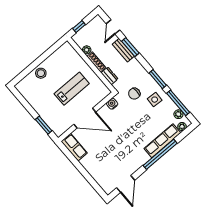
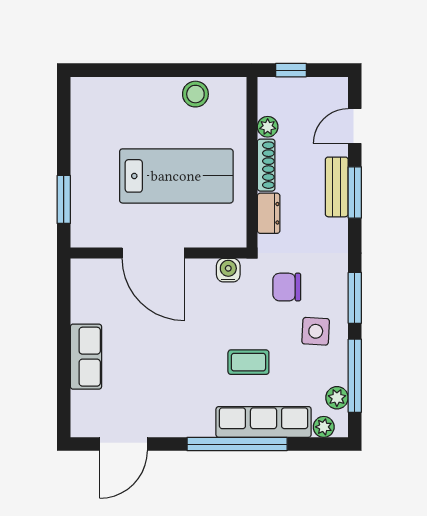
stool: (41, 73) -> (195, 94), moved
lab bench: (72, 89) -> (176, 176), width x1.36, depth x1.39
coffee table: (142, 126) -> (248, 362), added
row of seats: (74, 147) -> (86, 357), moved

